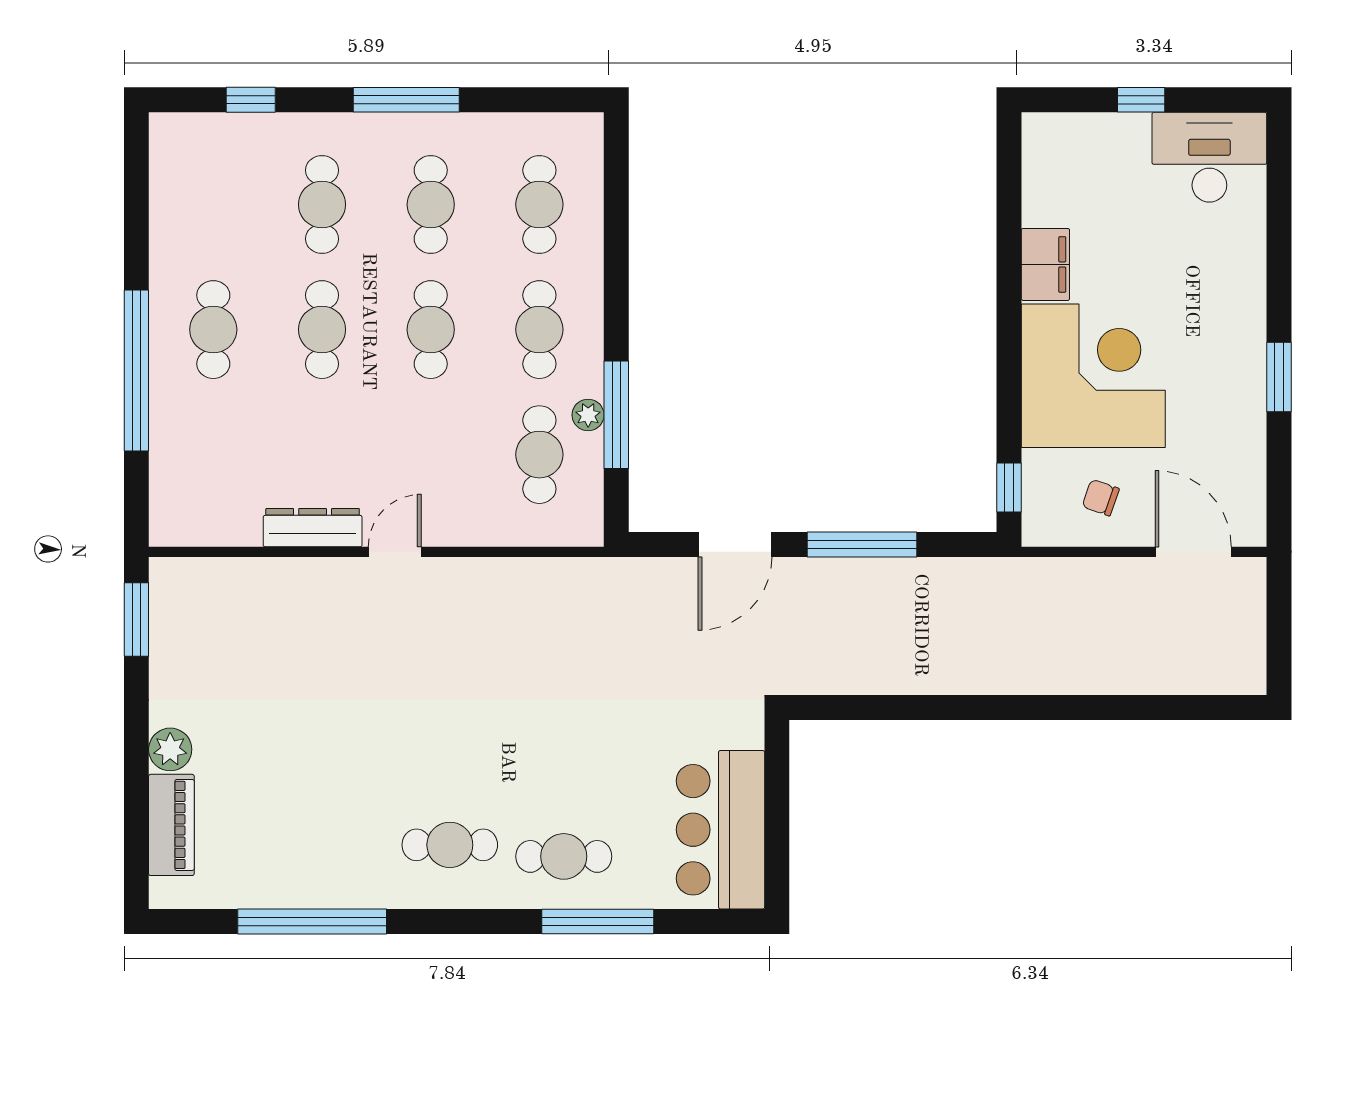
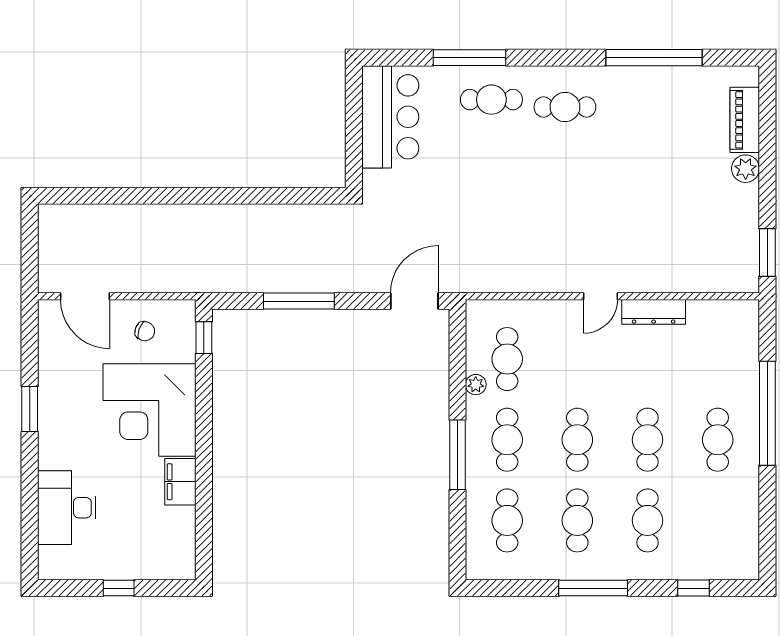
desk: (1209, 157) -> (67, 508), moved, turned 90
window: (616, 415) -> (457, 455), moved
door: (735, 544) -> (414, 301), moved

